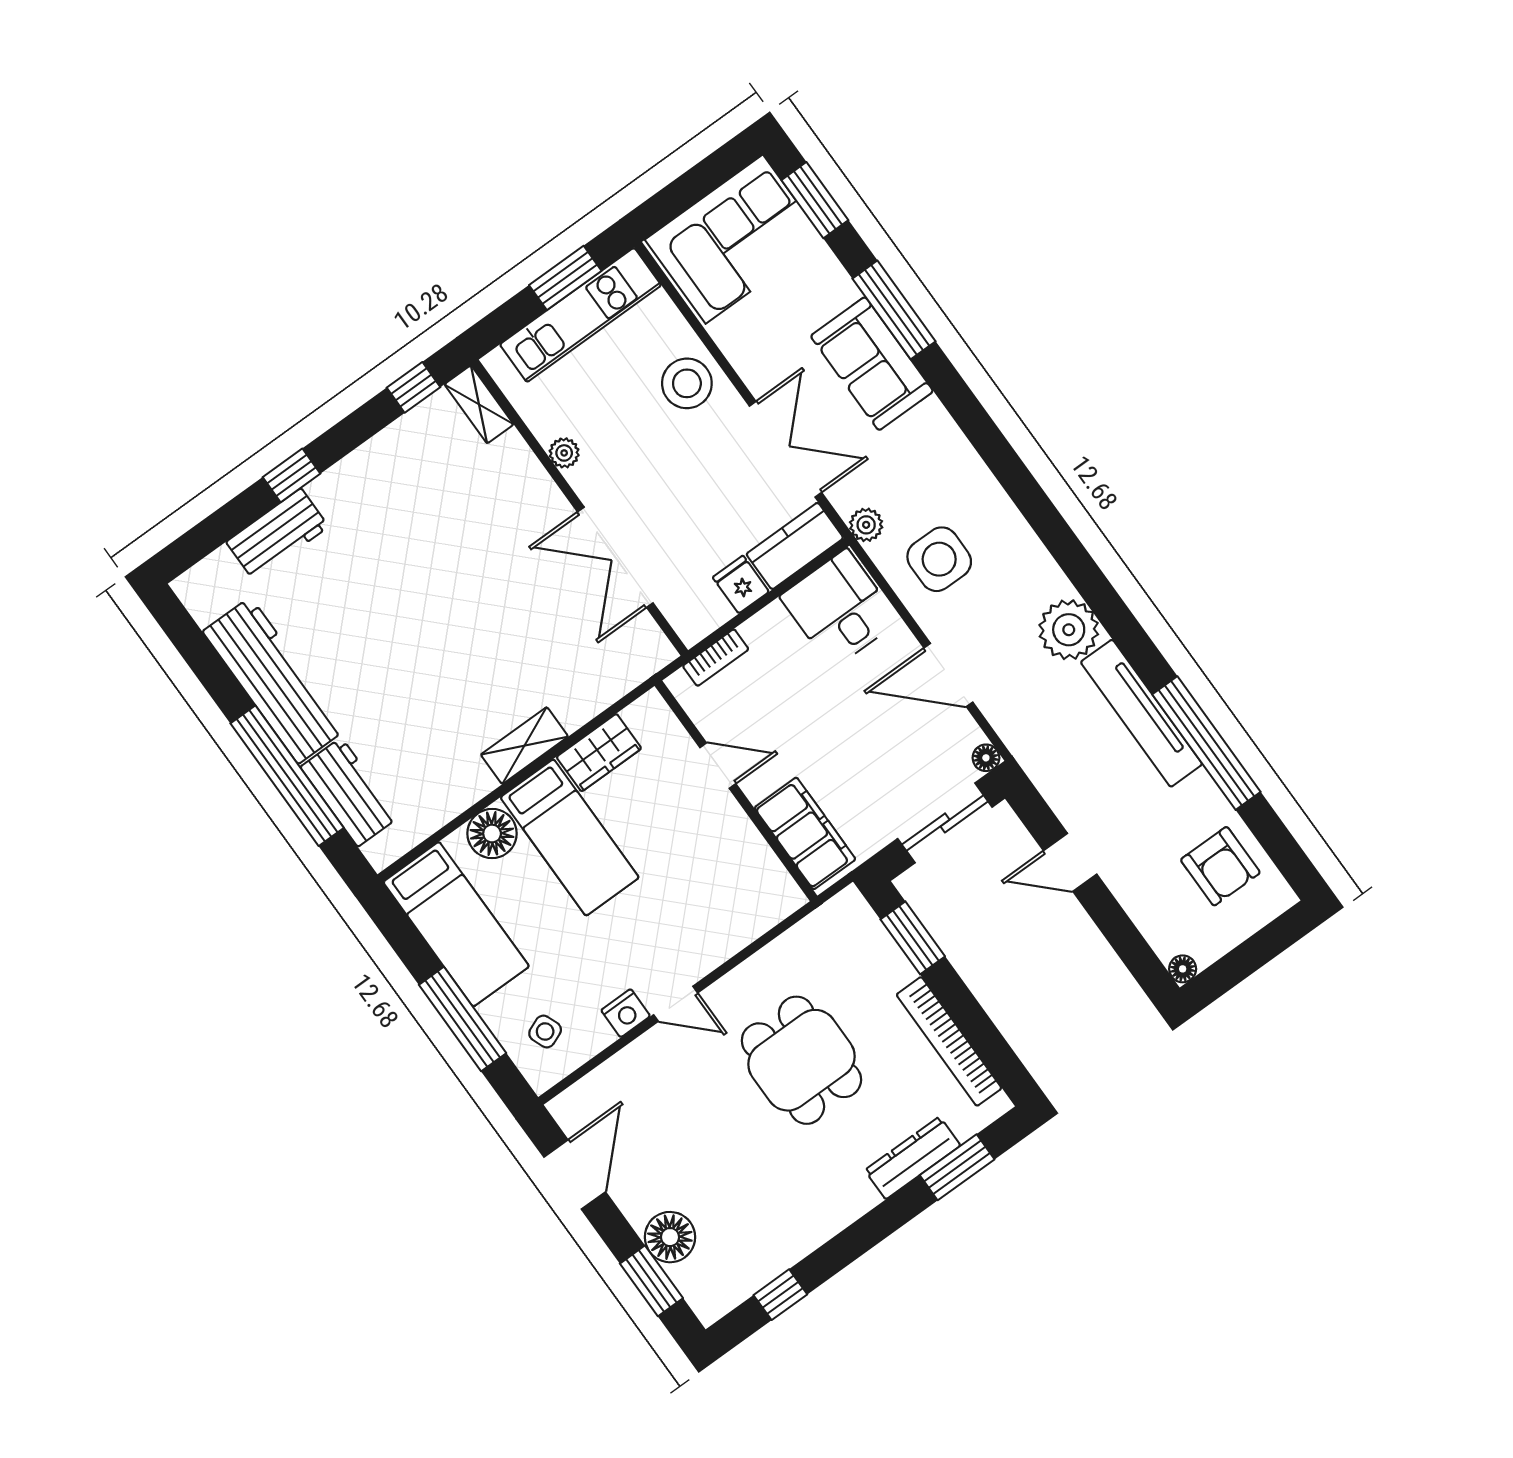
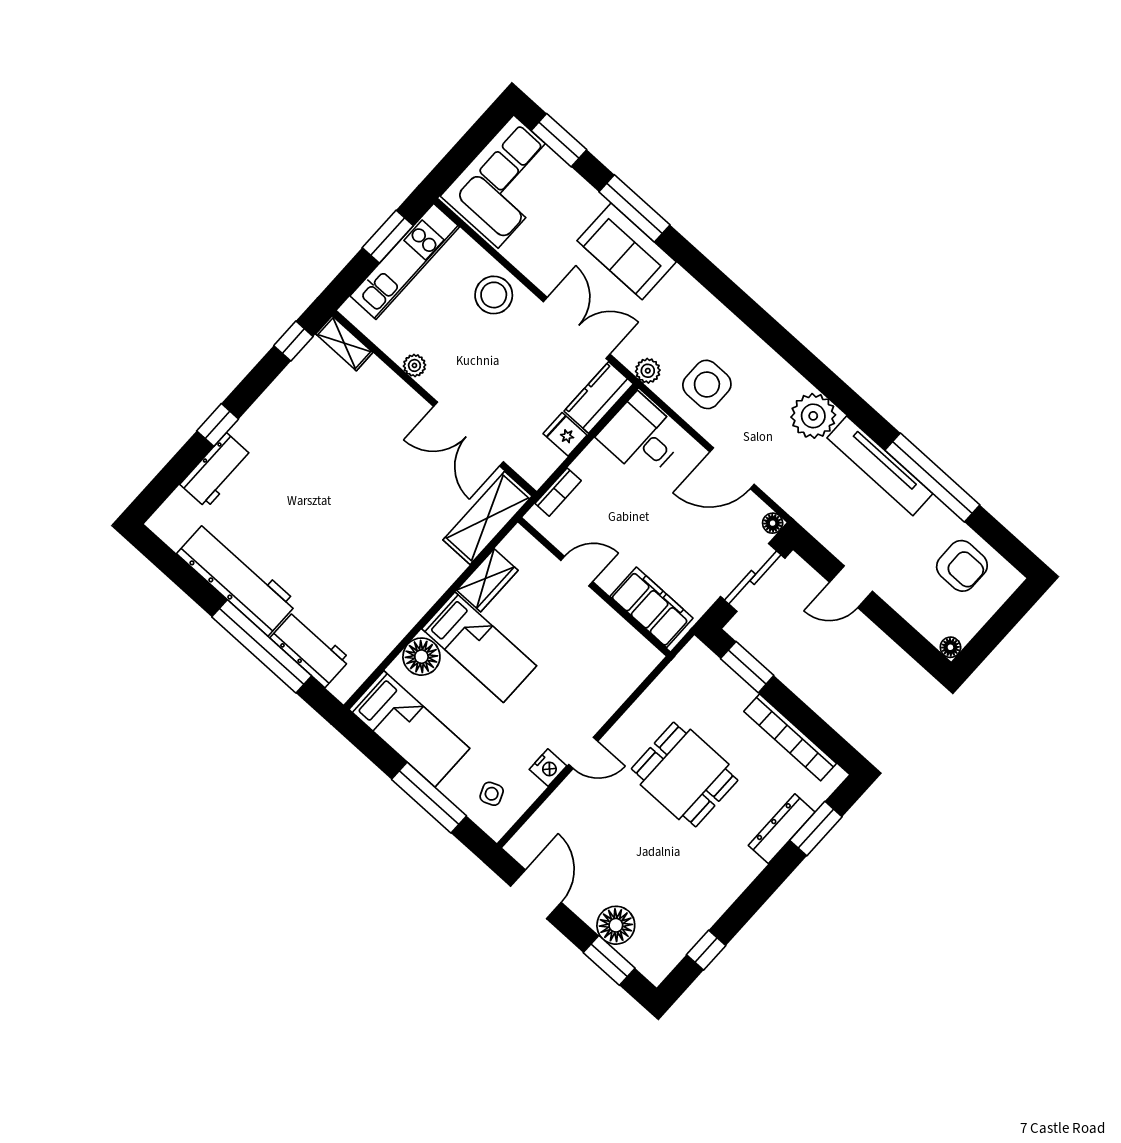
shelving: (524, 746) -> (487, 518), moved, width x1.50, depth x1.33

